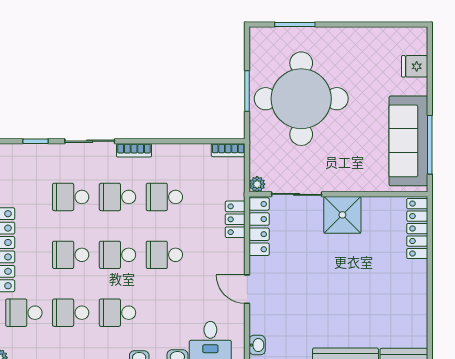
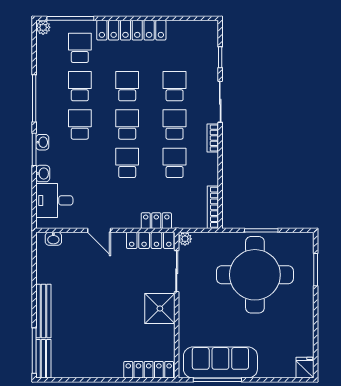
fridge: (415, 66) -> (305, 368), moved
bookcase: (228, 150) -> (213, 207), width x1.56
door: (247, 289) -> (99, 230), swing flipped

